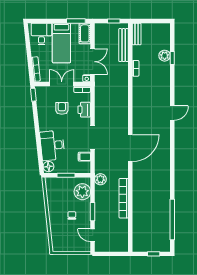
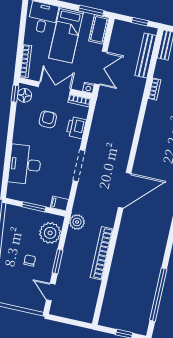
filing cabinet: (84, 157) -> (59, 204), moved
floor lamp: (49, 167) -> (24, 95), moved

